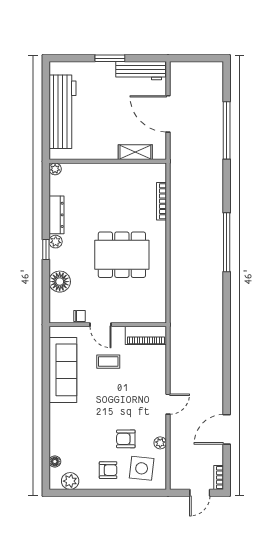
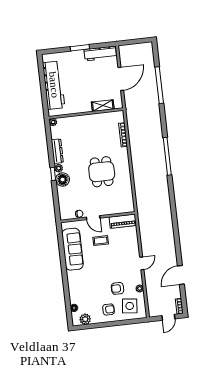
door: (168, 114) -> (121, 79), swing flipped
dining table: (122, 255) -> (102, 172), width x0.73
floor lamp: (60, 282) -> (63, 180), moved

